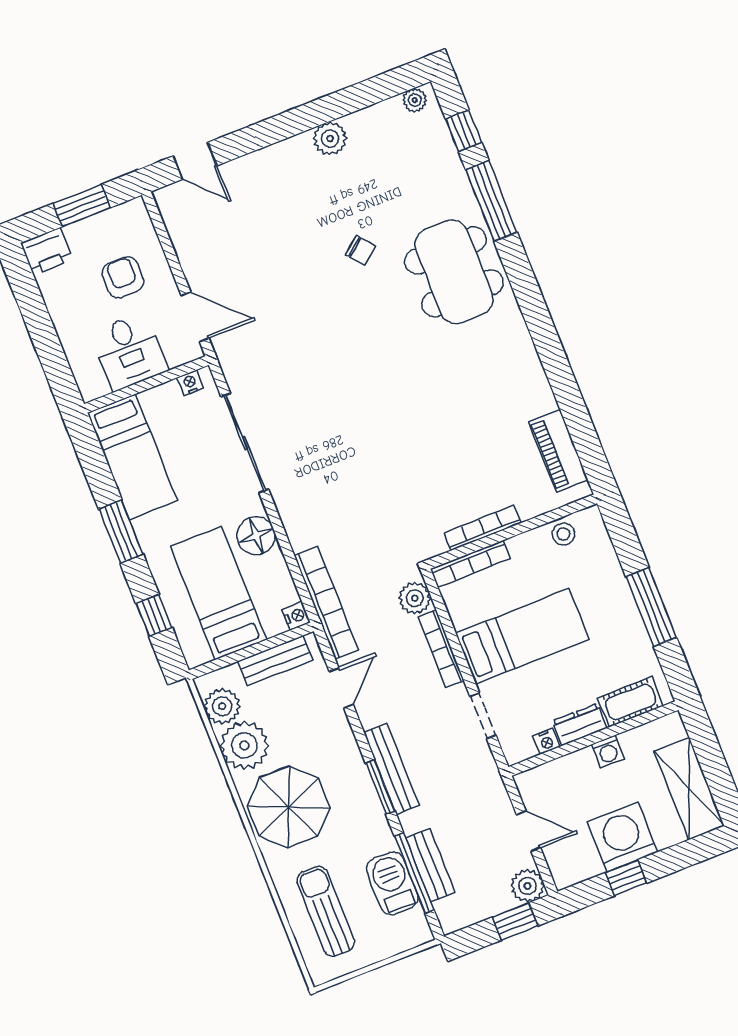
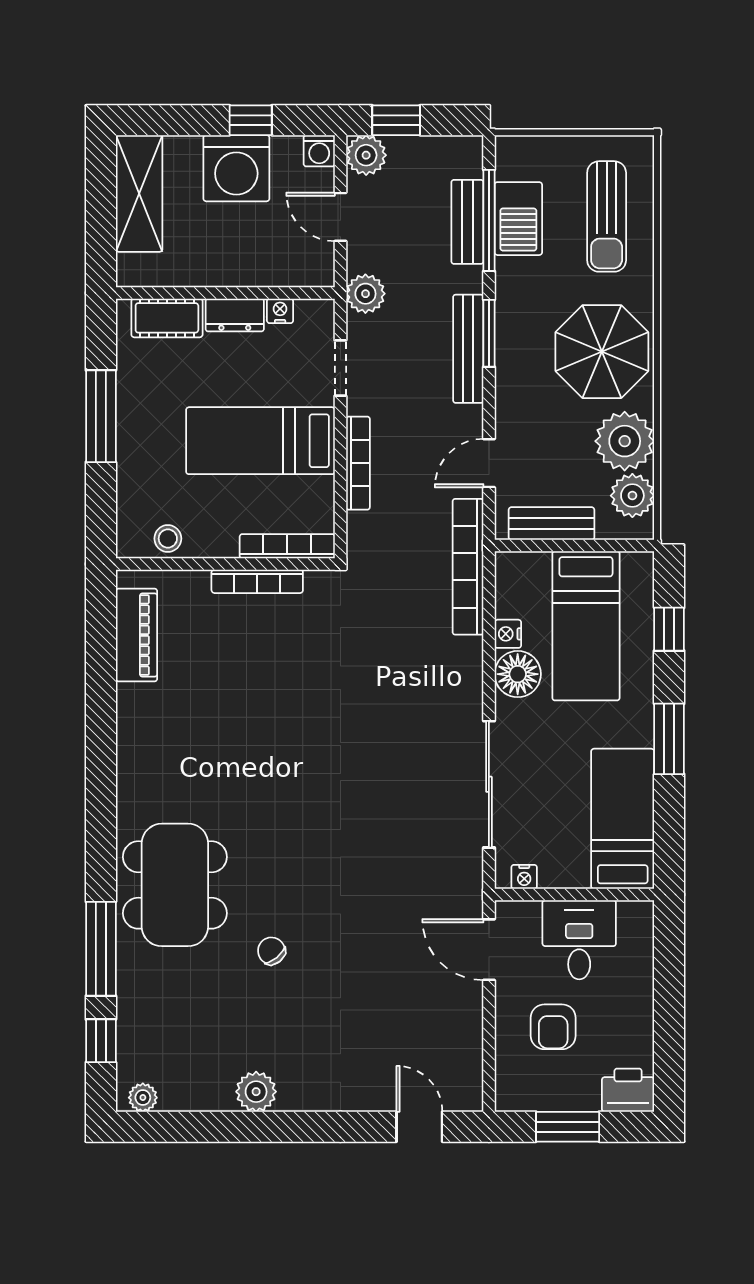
plant: (415, 598) -> (365, 294), moved
nightstand: (296, 616) -> (508, 634), moved
washing machine: (608, 752) -> (319, 151), moved, turned 180

